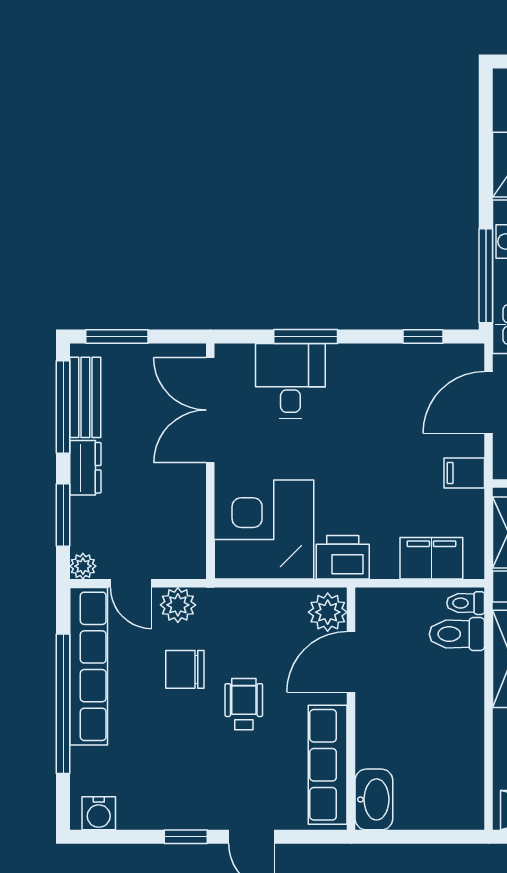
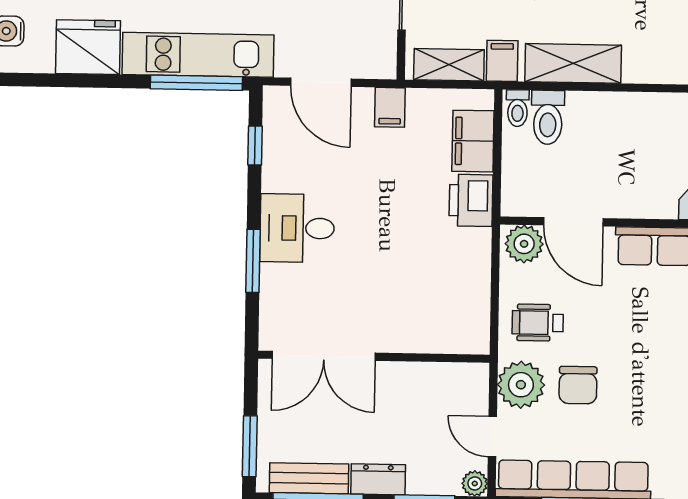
desk: (290, 381) -> (297, 228), moved
corner desk: (264, 529) -> (442, 305), removed
printer: (343, 557) -> (471, 200), moved
door: (131, 583) -> (492, 437), swing flipped
plant: (178, 605) -> (521, 385), width x1.36, depth x1.36
wheelchair: (244, 704) -> (538, 323), moved

